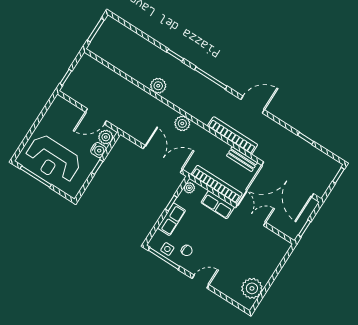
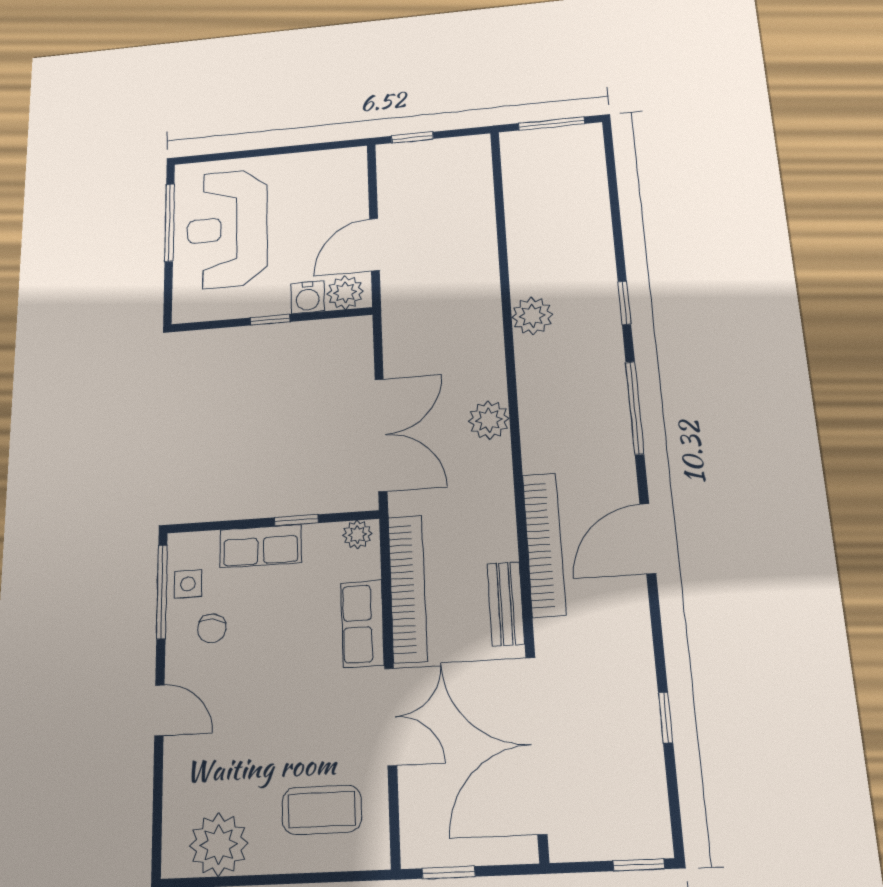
door: (253, 105) -> (648, 539), swing flipped
door: (96, 116) -> (374, 245), hinge flipped
coffee table: (263, 252) -> (322, 810), added

